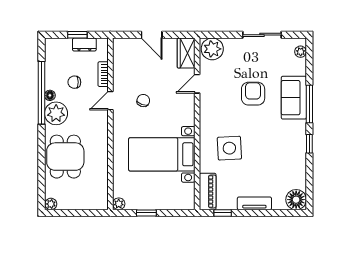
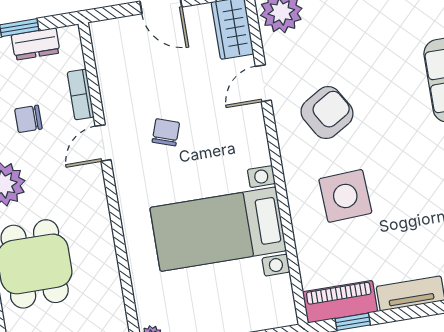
armchair: (253, 94) -> (327, 113), moved, turned 59
piano: (208, 191) -> (340, 302), moved, turned -90

